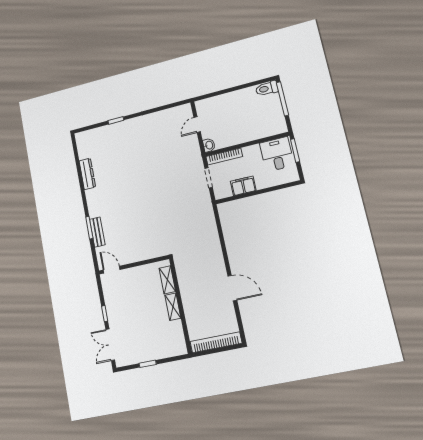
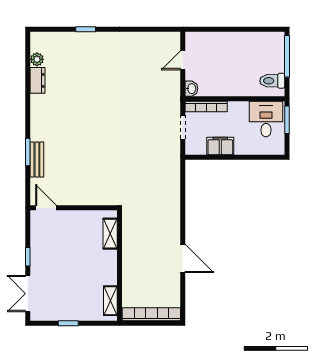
toilet: (267, 88) -> (272, 81), moved
plant: (83, 153) -> (37, 59), added
dresser: (87, 174) -> (38, 80), width x0.70
shelving: (173, 307) -> (110, 301), moved

